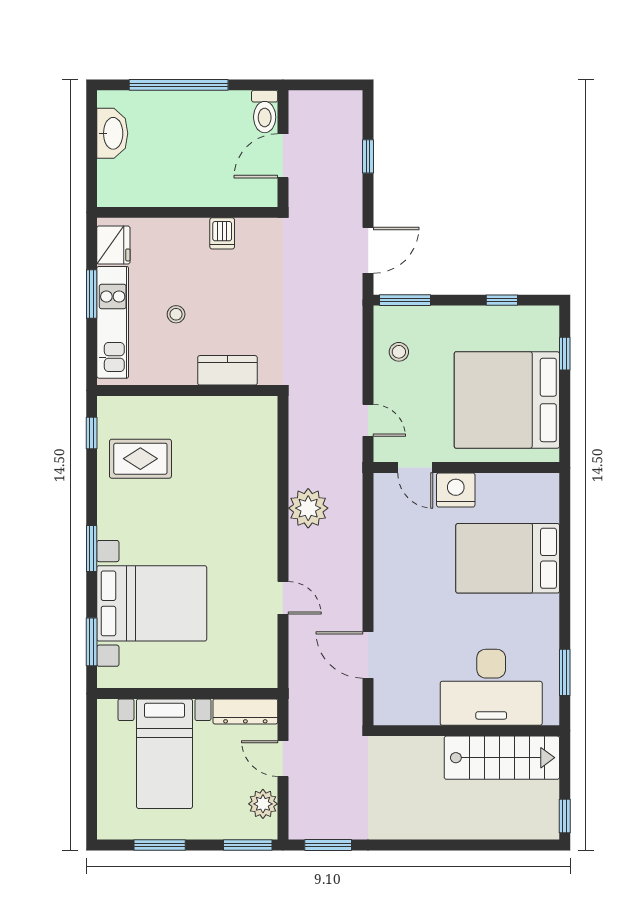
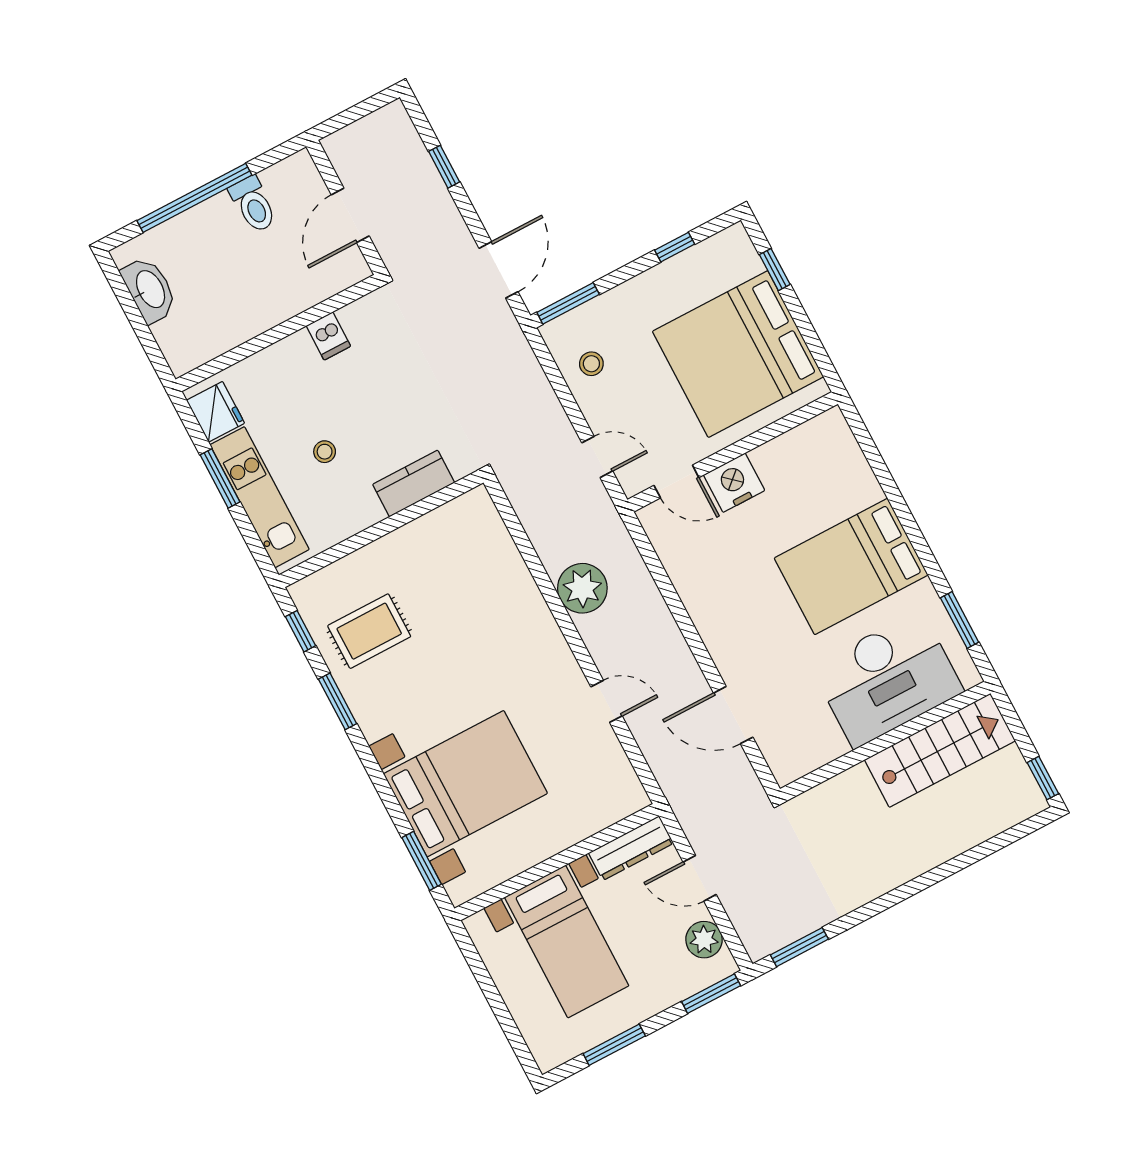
toilet: (265, 112) -> (253, 204), moved
window: (92, 548) -> (338, 701), moved
bed: (508, 558) -> (851, 566), moved

